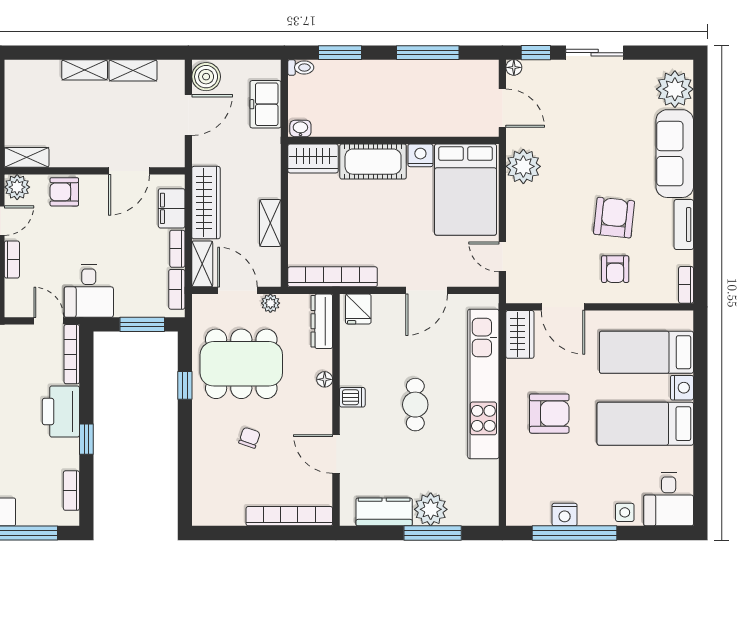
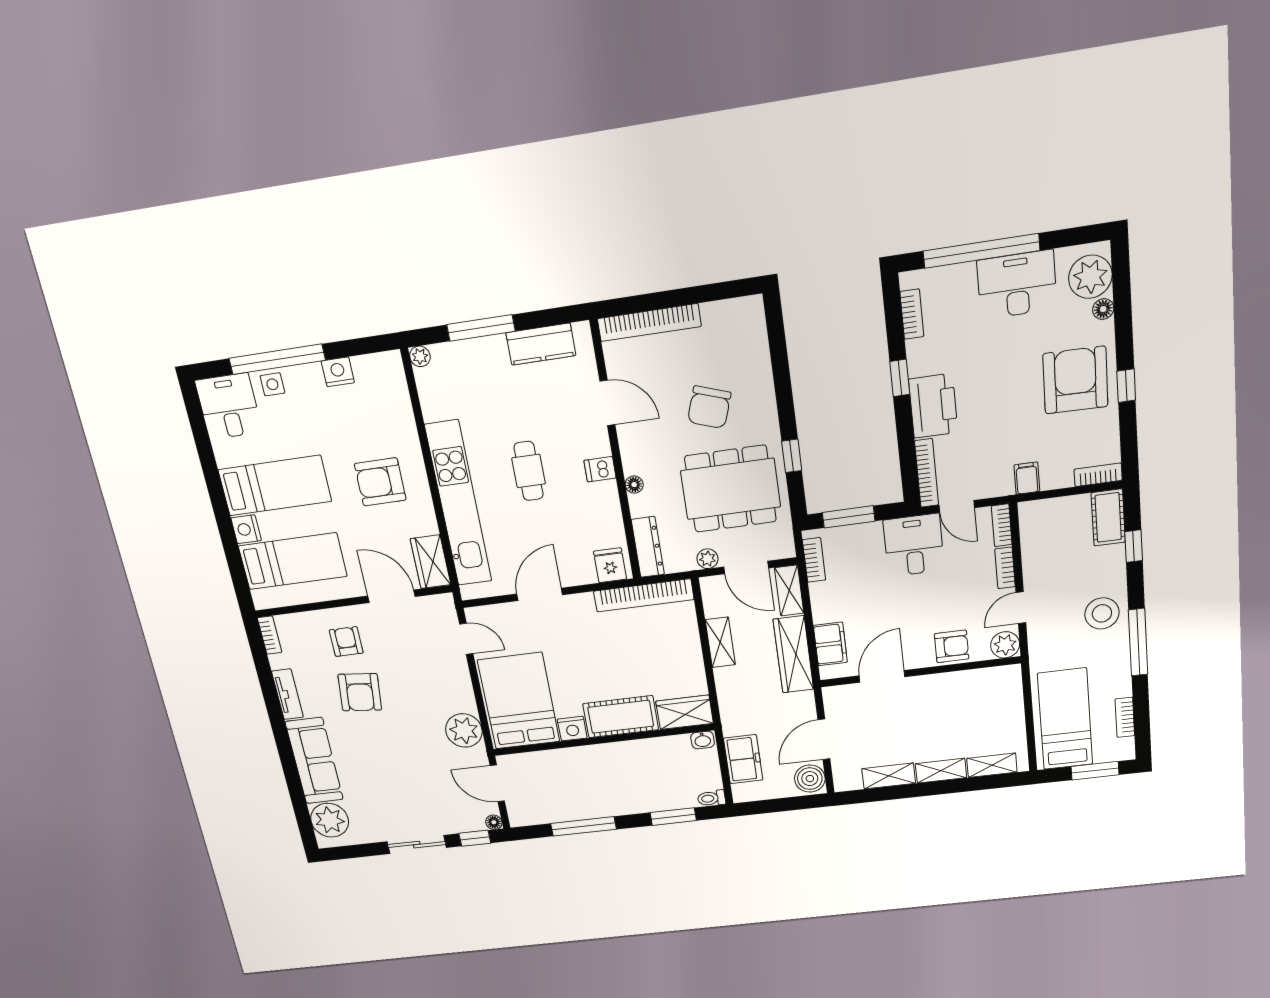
shelving: (27, 157) -> (992, 765), moved
bookcase: (177, 249) -> (1002, 525), moved, turned 180
chair: (249, 438) -> (709, 407), width x1.87, depth x1.87
plant: (431, 509) -> (420, 356), moved, width x0.53, depth x0.53
window: (575, 533) -> (277, 359), moved

